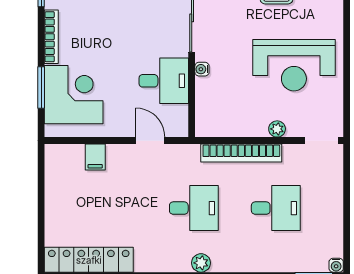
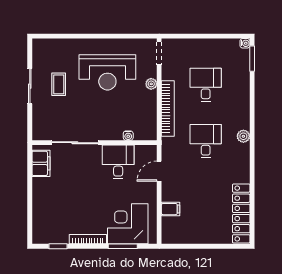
reception desk: (294, 65) -> (107, 72), turned 90
water cooler: (202, 69) -> (128, 136), moved

